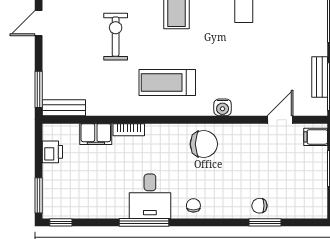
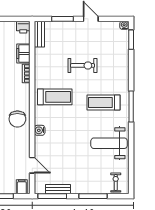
treadmill: (167, 82) -> (55, 97), turned 90
window: (39, 89) -> (62, 19), moved
printer: (52, 152) -> (23, 27), moved

